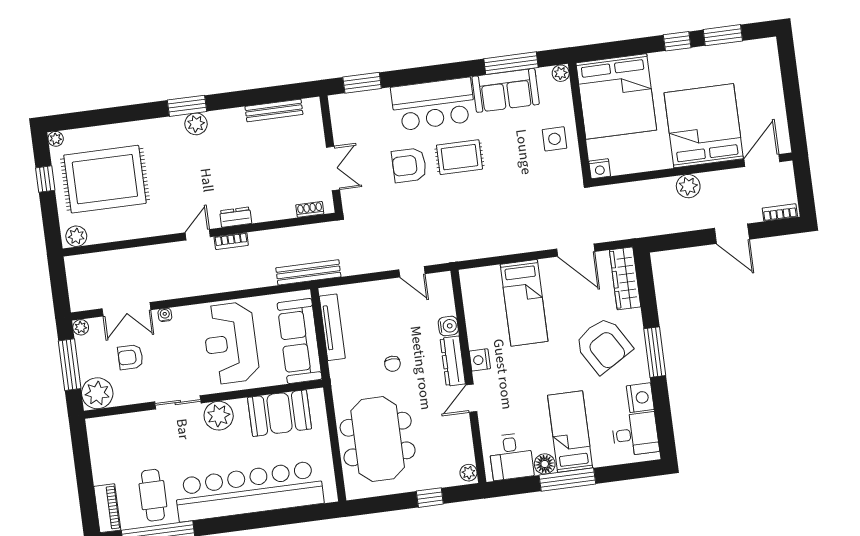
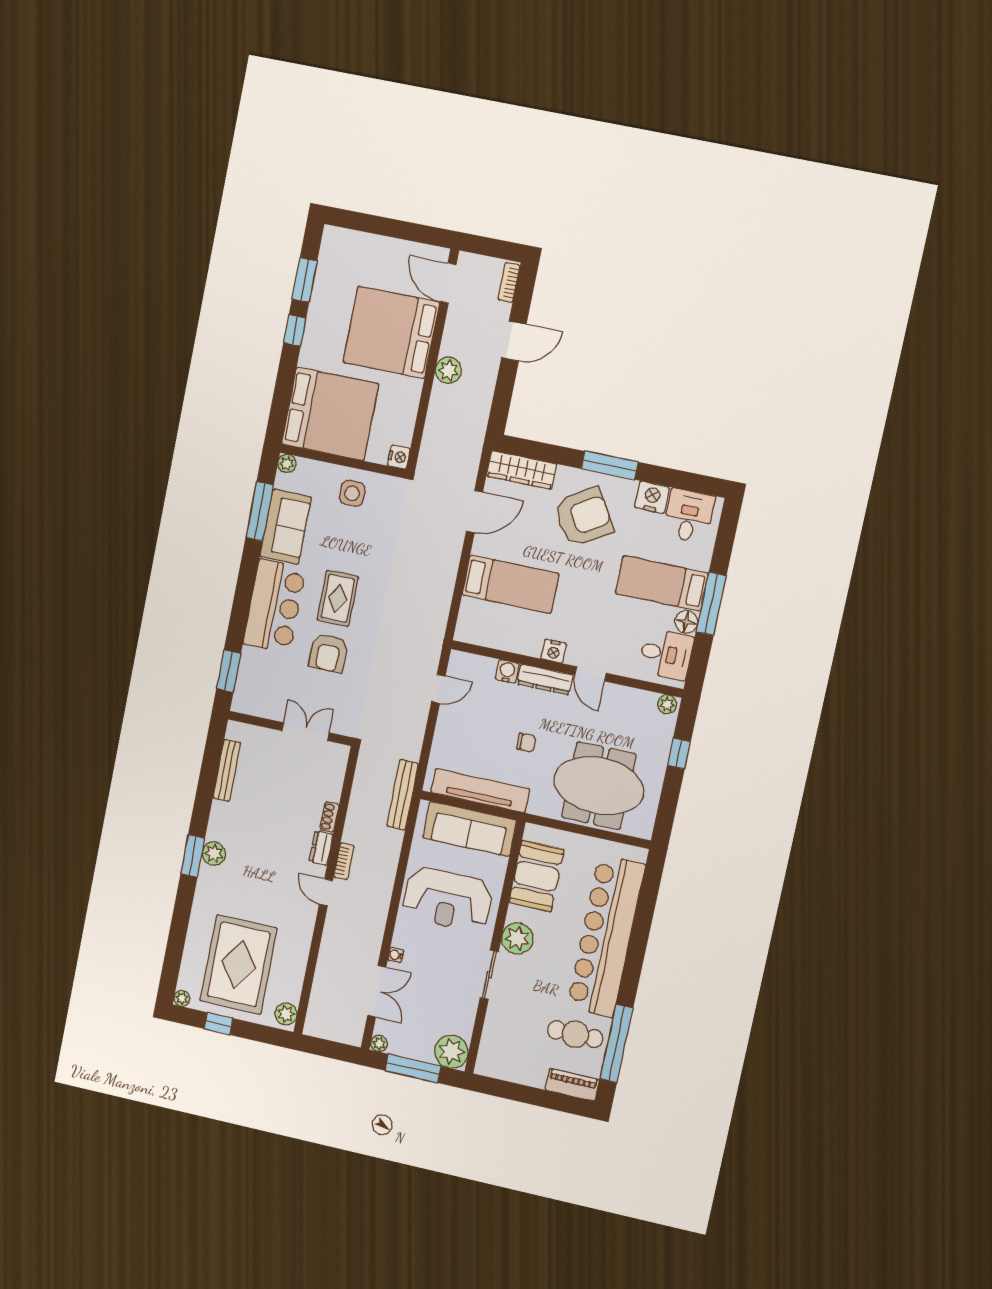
shoe rack: (310, 209) -> (330, 817), moved
tv unit: (332, 327) -> (480, 791), width x1.36, depth x1.29
armchair: (130, 357) -> (426, 1005), removed

